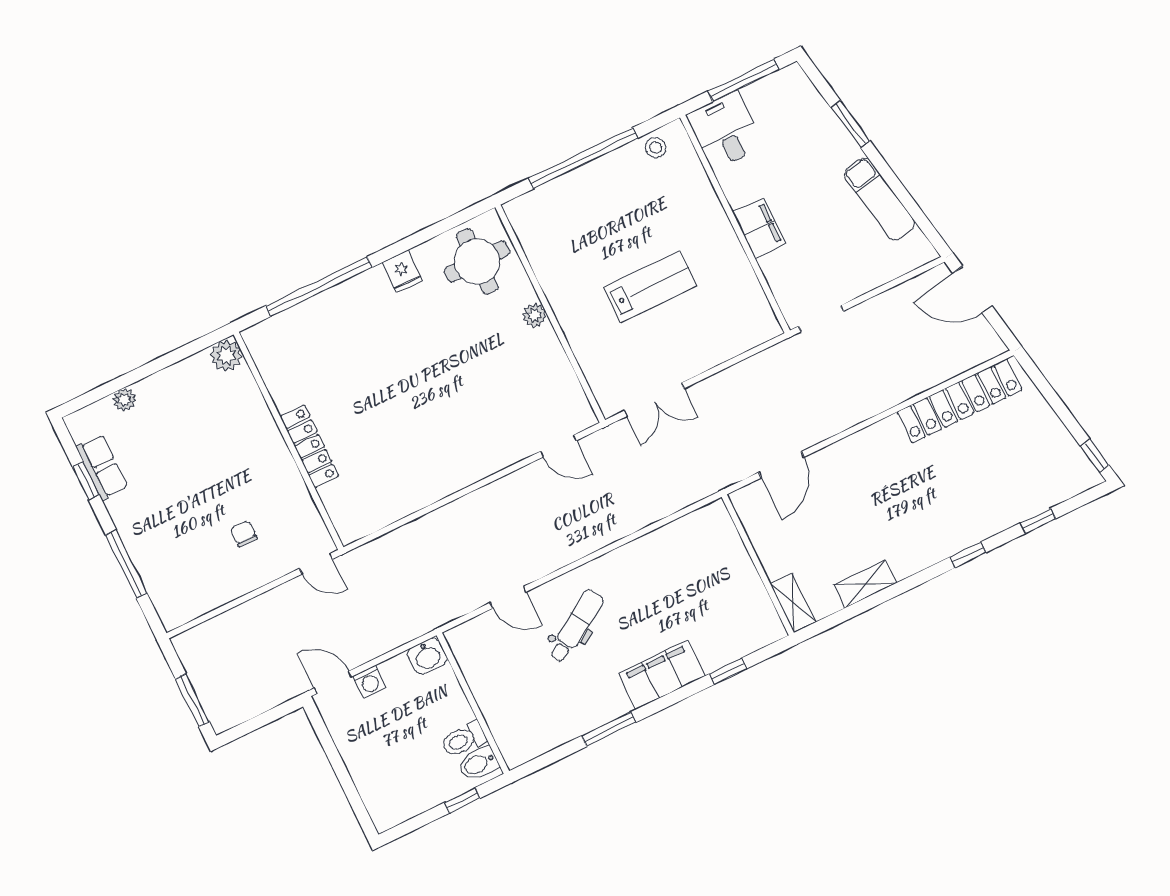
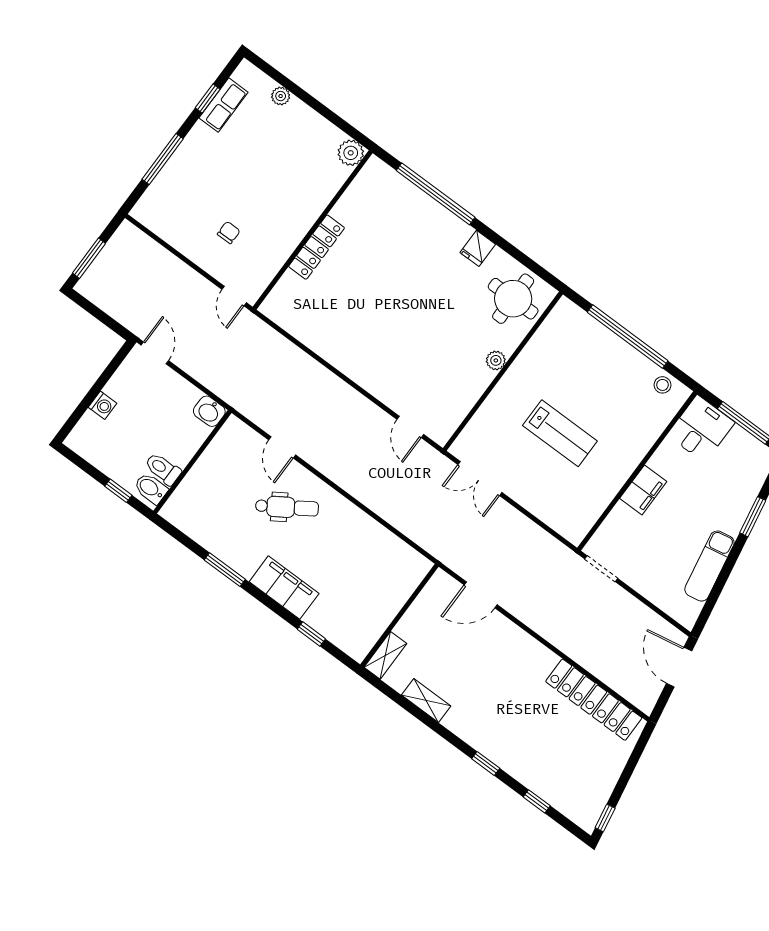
washing machine: (369, 682) -> (103, 405), moved, turned -90

